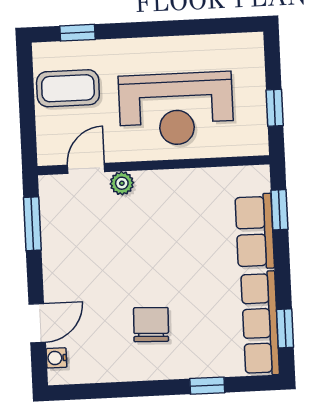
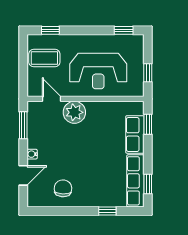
window: (223, 26) -> (124, 30), added
door: (86, 168) -> (52, 99), hinge flipped
plant: (122, 183) -> (74, 112), width x1.88, depth x1.88
chair: (151, 325) -> (63, 188), moved
water cooler: (56, 358) -> (32, 154), moved

